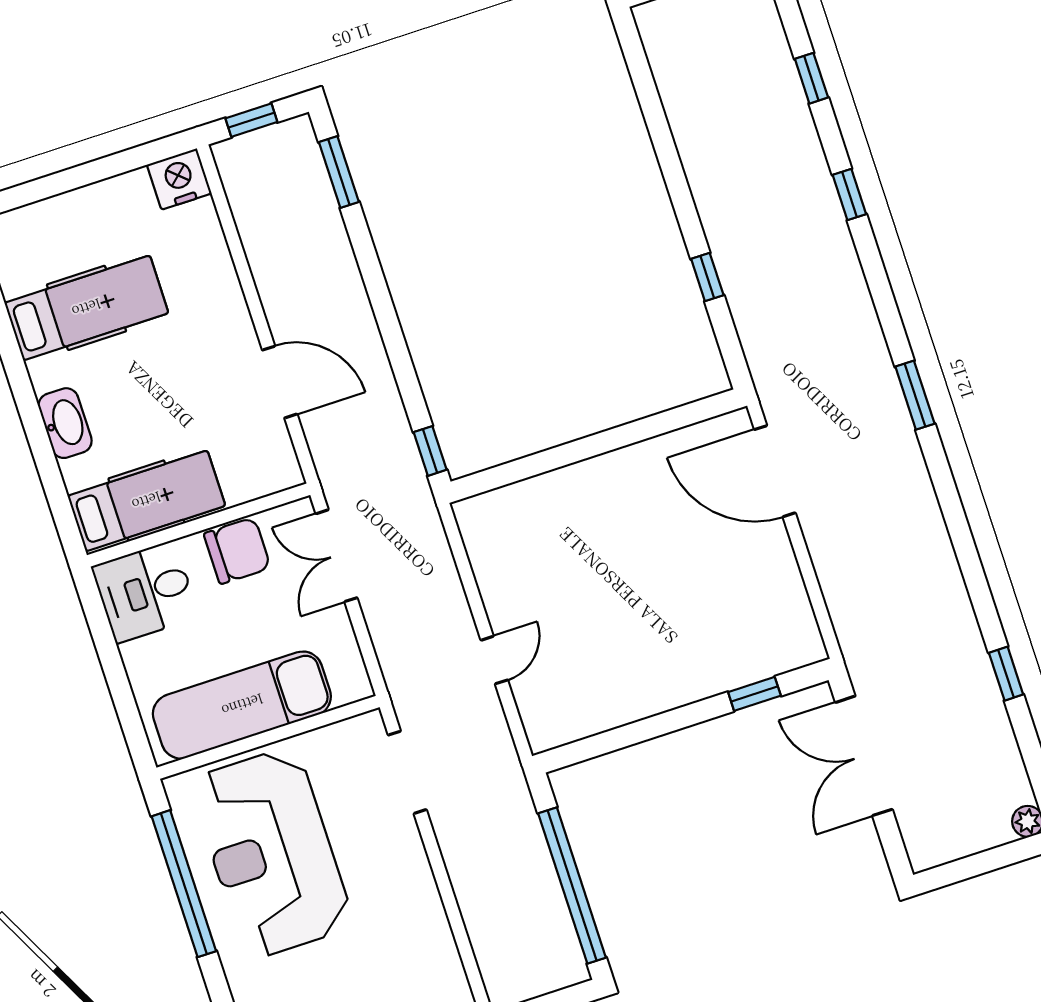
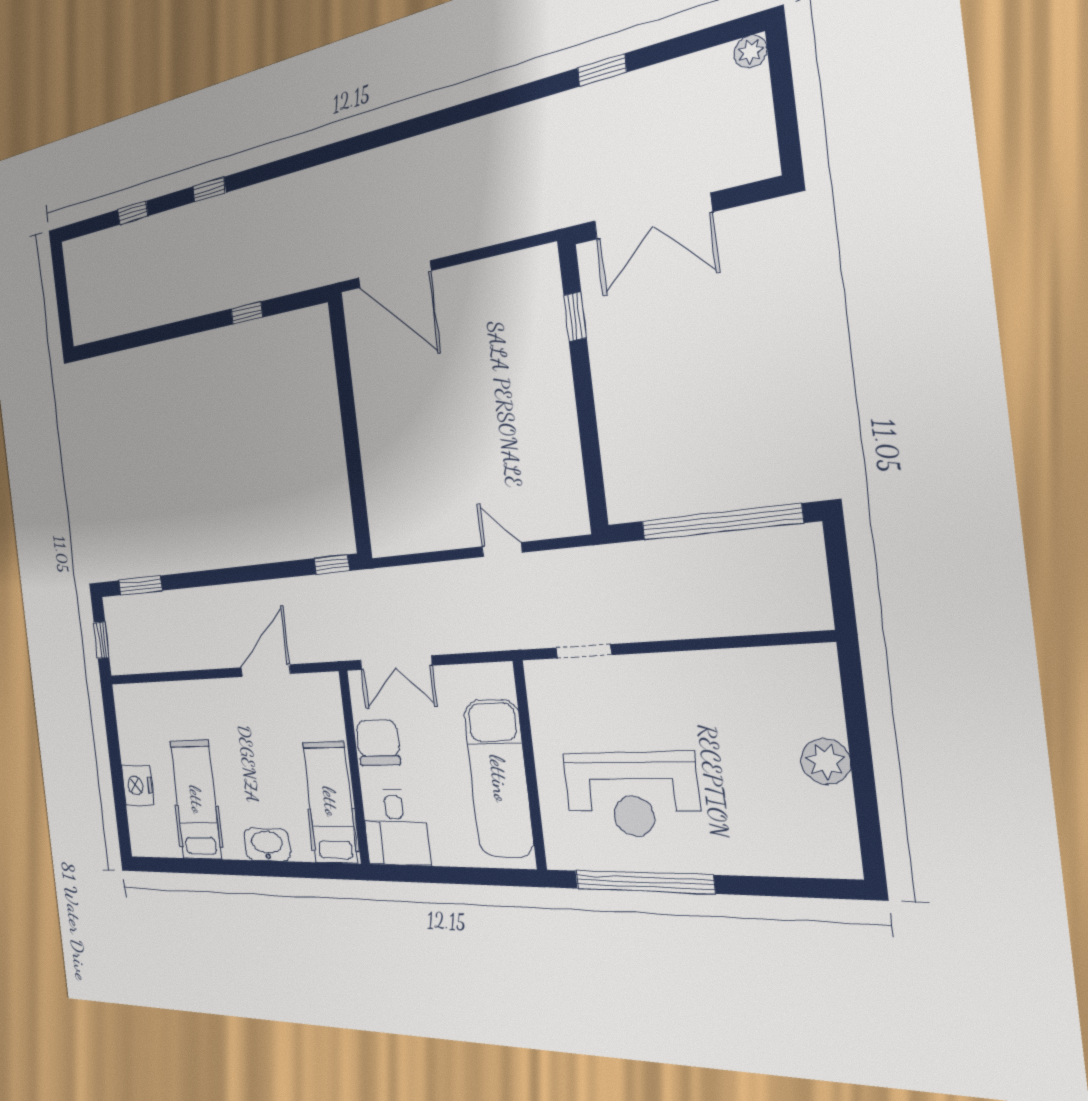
nightstand: (179, 179) -> (138, 785), moved
window: (915, 395) -> (357, 145), removed
door: (775, 471) -> (394, 274), hinge flipped
doorway: (407, 772) -> (584, 651), width x0.73
reception desk: (272, 853) -> (632, 794), width x0.74, depth x0.77

